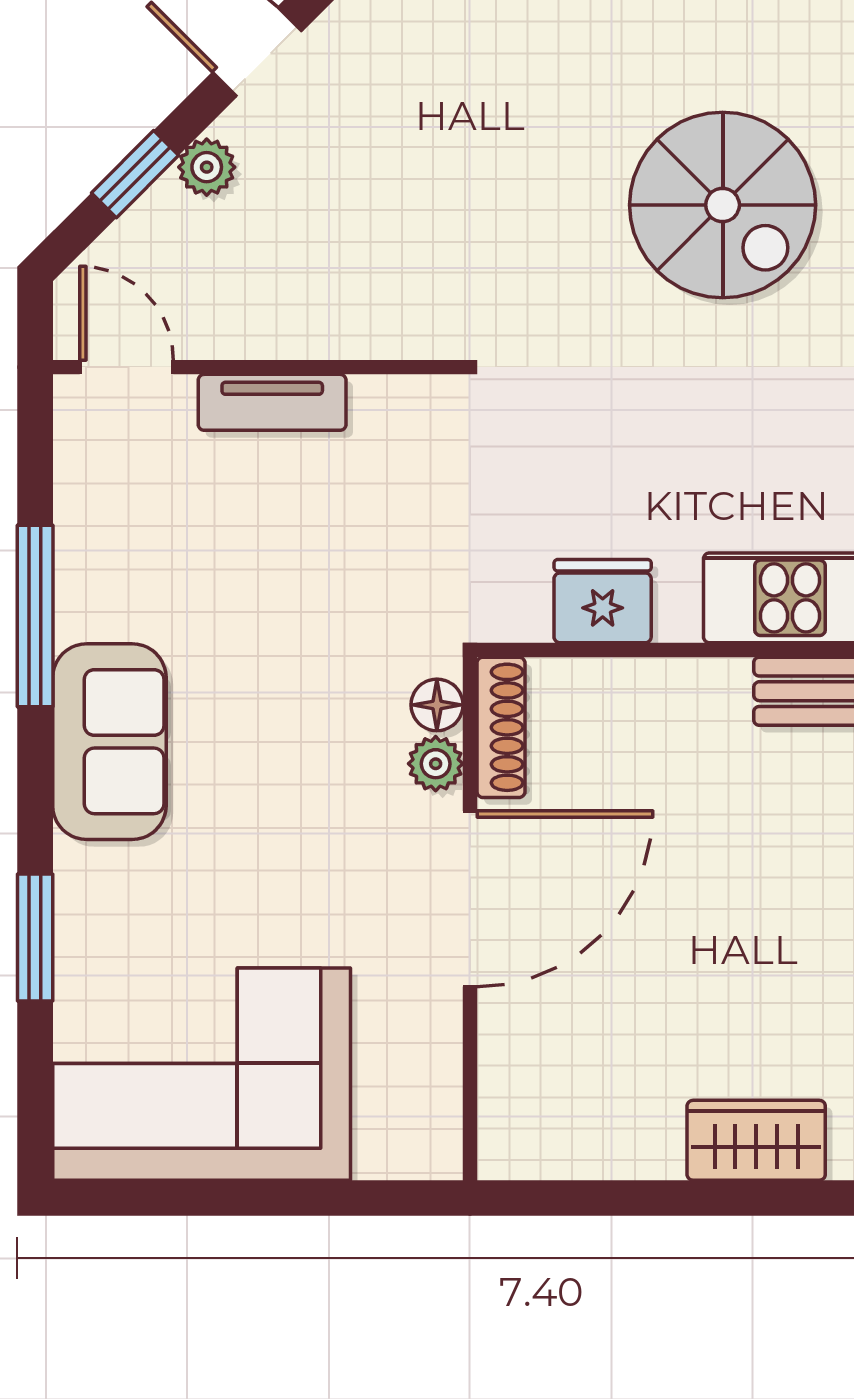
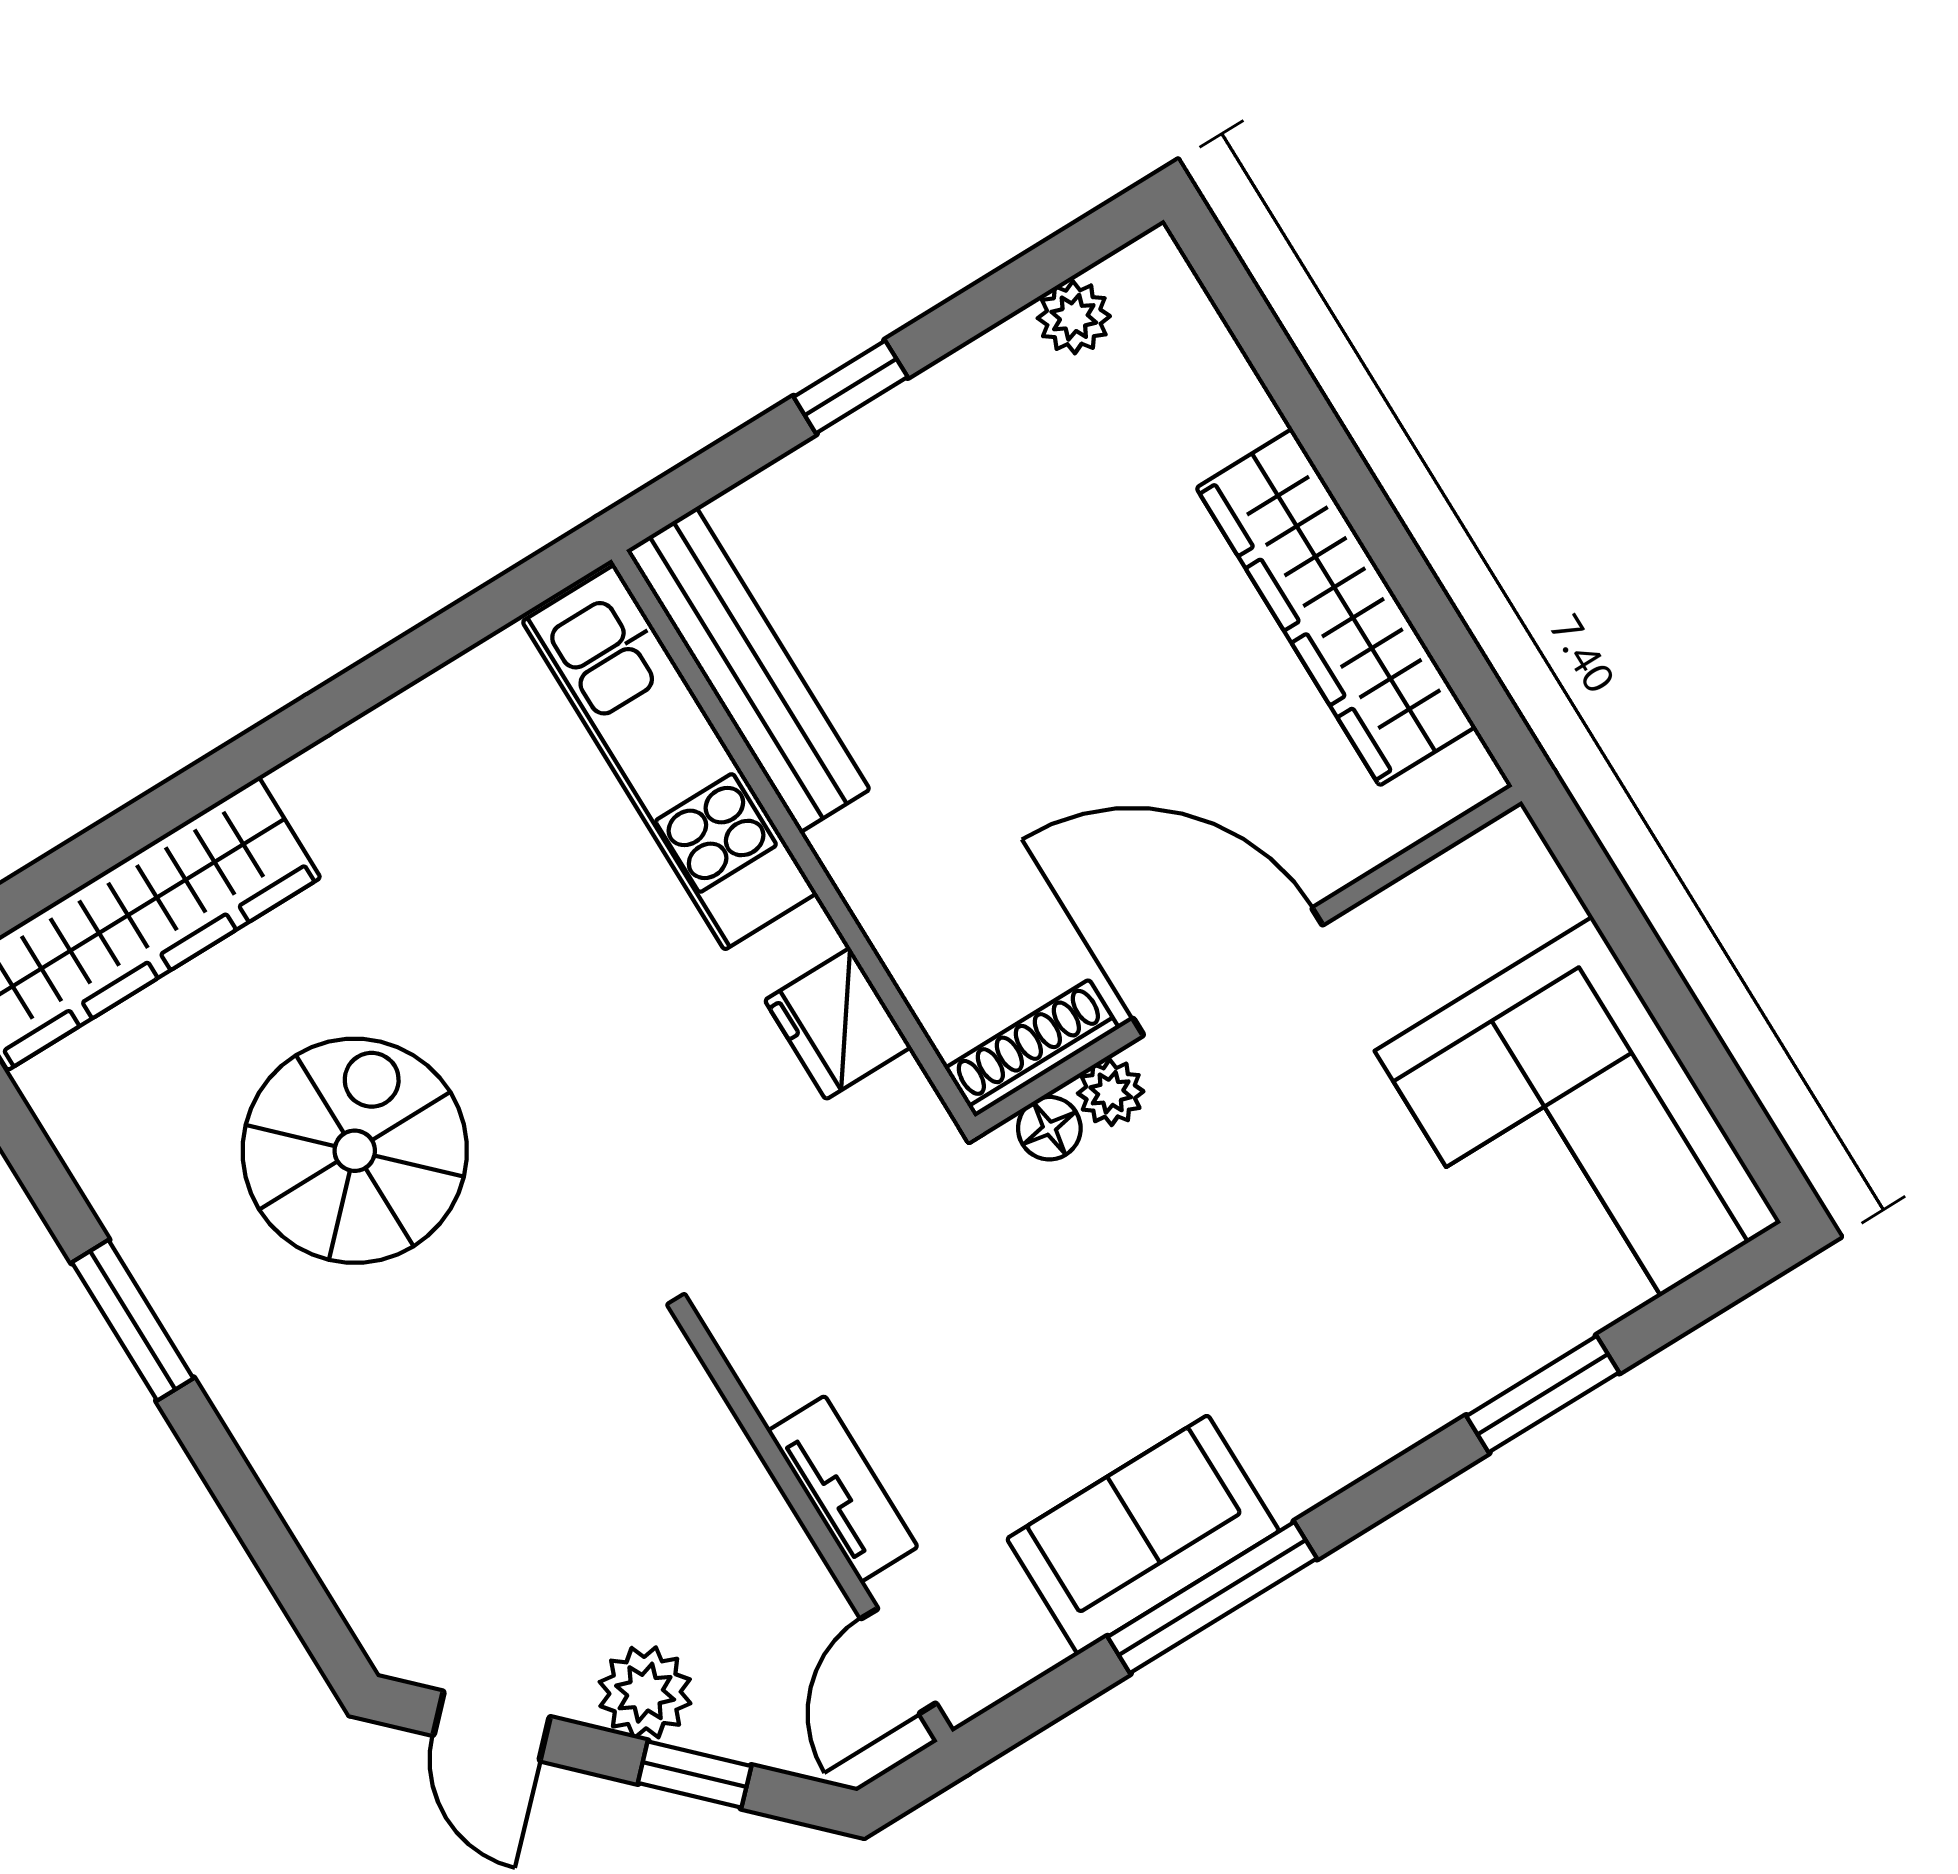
plant: (207, 167) -> (645, 1693), width x1.38, depth x1.38
sofa: (109, 742) -> (1143, 1535), moved
wardrobe: (756, 1140) -> (1336, 607), width x2.10, depth x1.17

